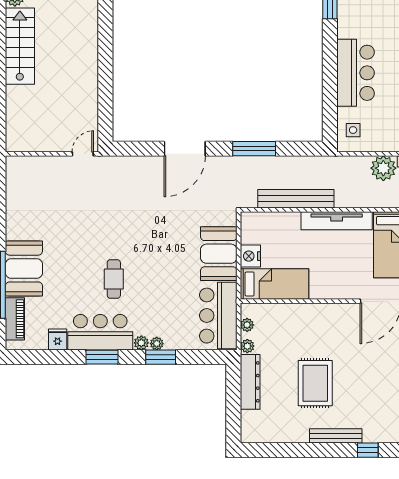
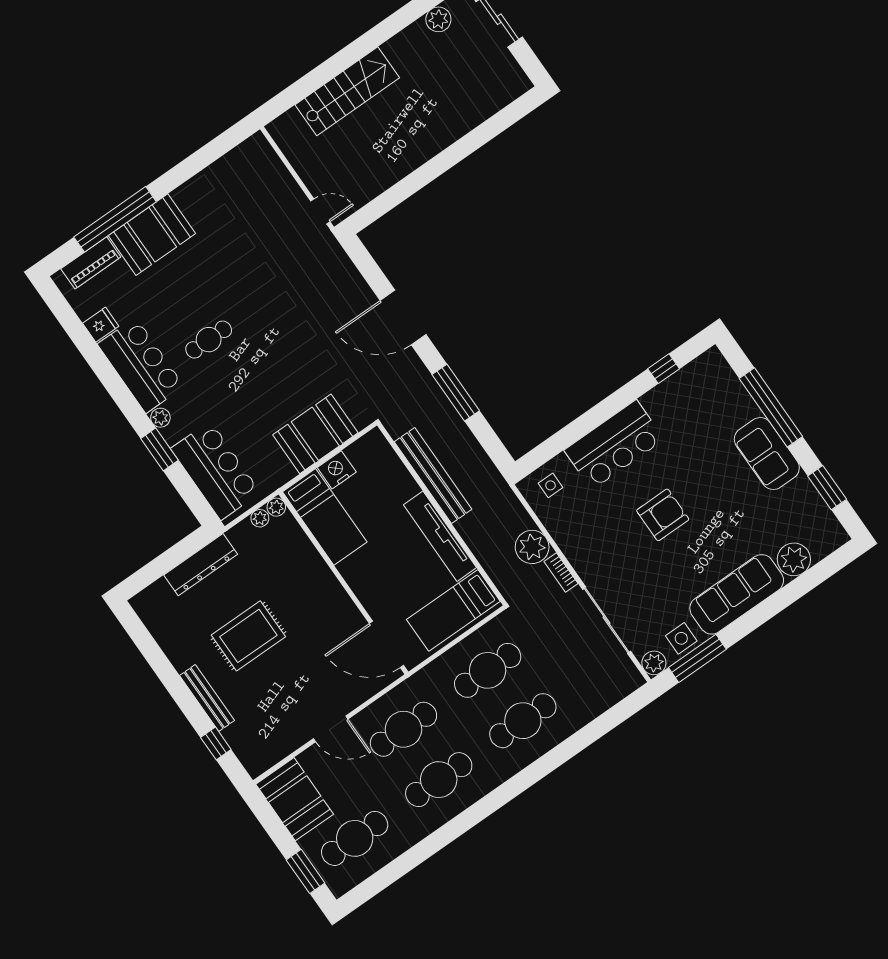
stairs: (20, 46) -> (347, 91), moved
bar counter: (218, 316) -> (216, 471), moved, turned 90
plant: (157, 344) -> (171, 435), removed
plant: (247, 346) -> (276, 507), moved
window: (102, 357) -> (115, 386), removed

